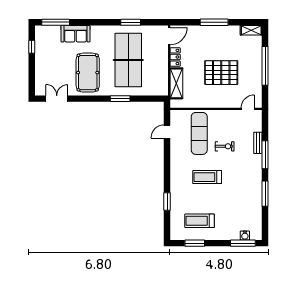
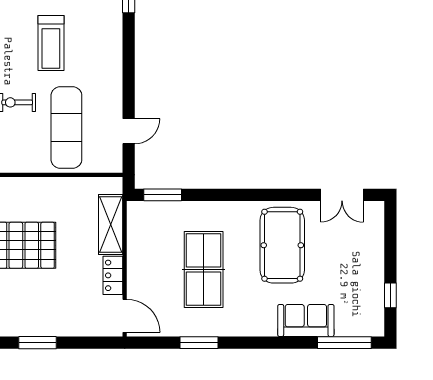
window: (214, 22) -> (38, 343), width x0.69
door: (169, 36) -> (125, 316), swing flipped
table tennis table: (128, 60) -> (204, 269), width x0.73, depth x0.76
window: (120, 99) -> (163, 195), moved
treadmill: (207, 177) -> (51, 43), turned 90

